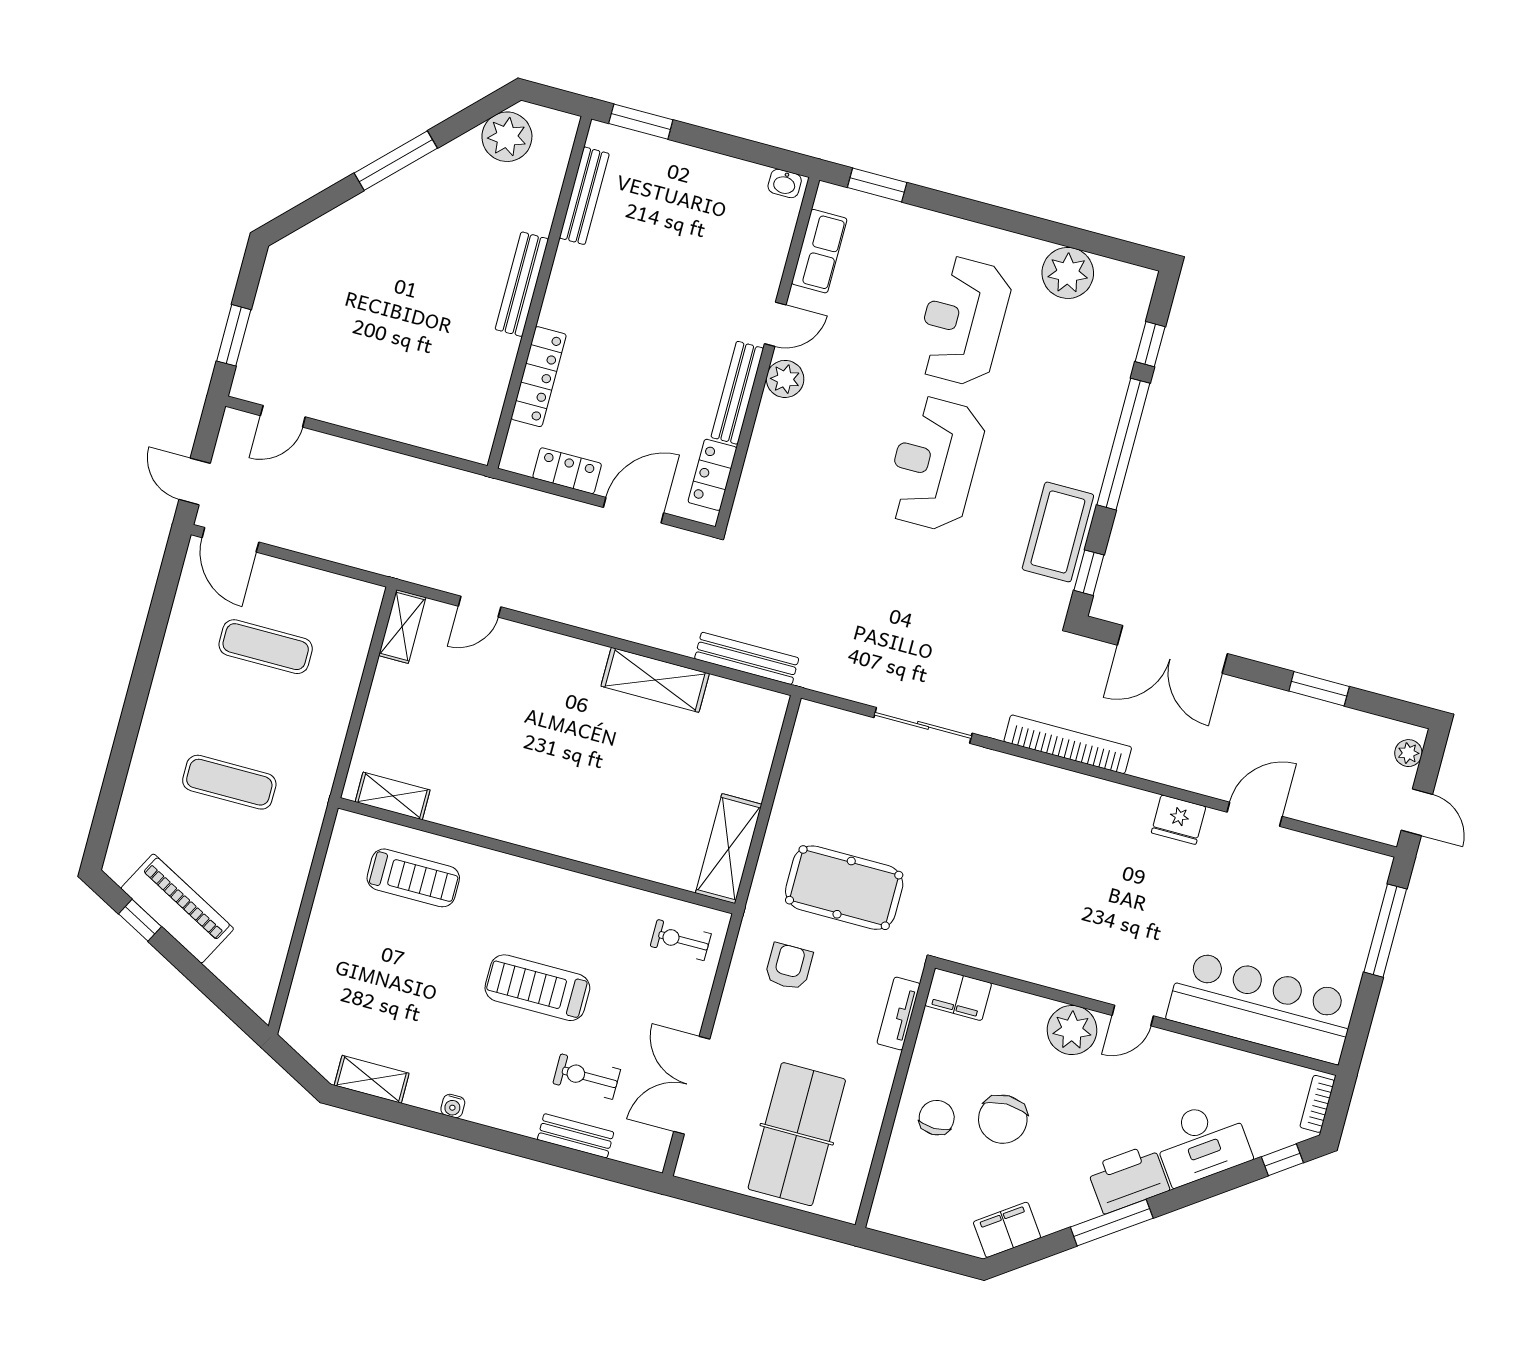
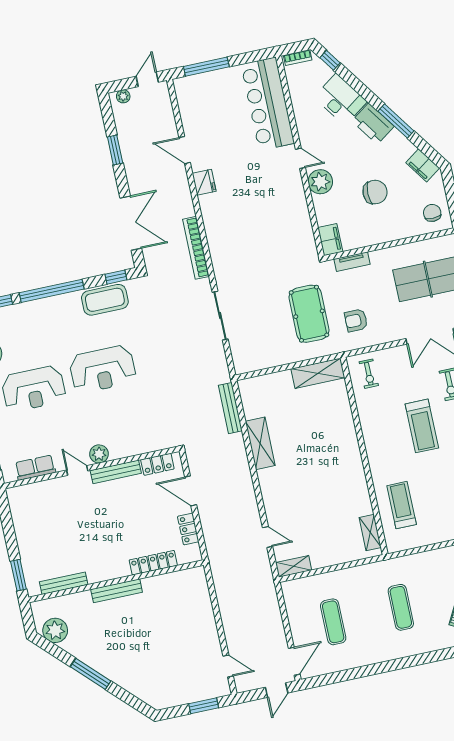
washbasin: (785, 183) -> (13, 498), removed
chair: (937, 1118) -> (432, 213), moved, turned 90

